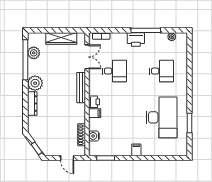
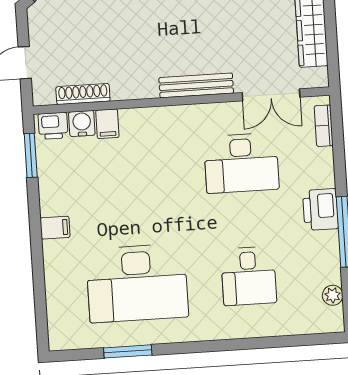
desk: (115, 71) -> (241, 163), width x1.37
printer: (94, 102) -> (53, 126), moved
filing cabinet: (95, 113) -> (107, 124), moved

